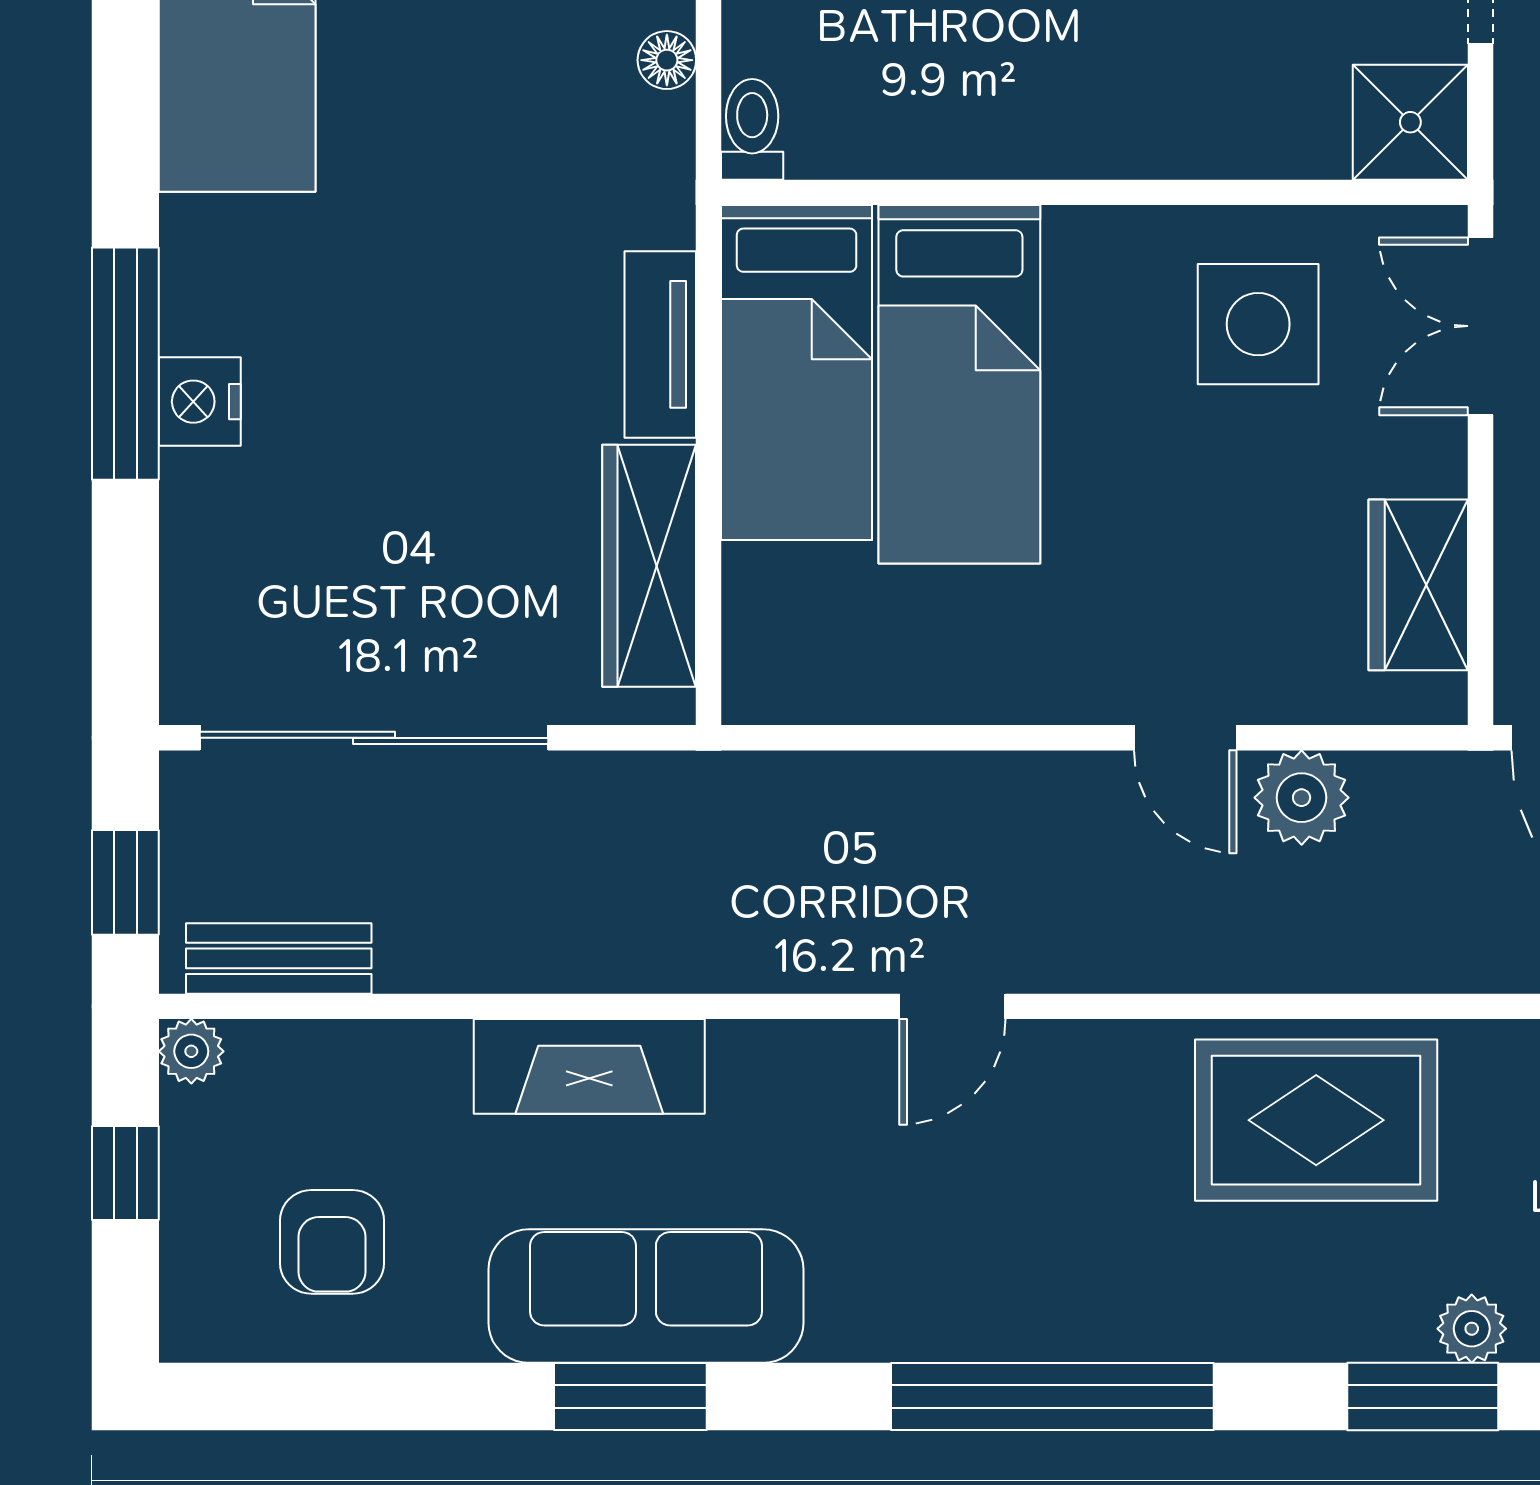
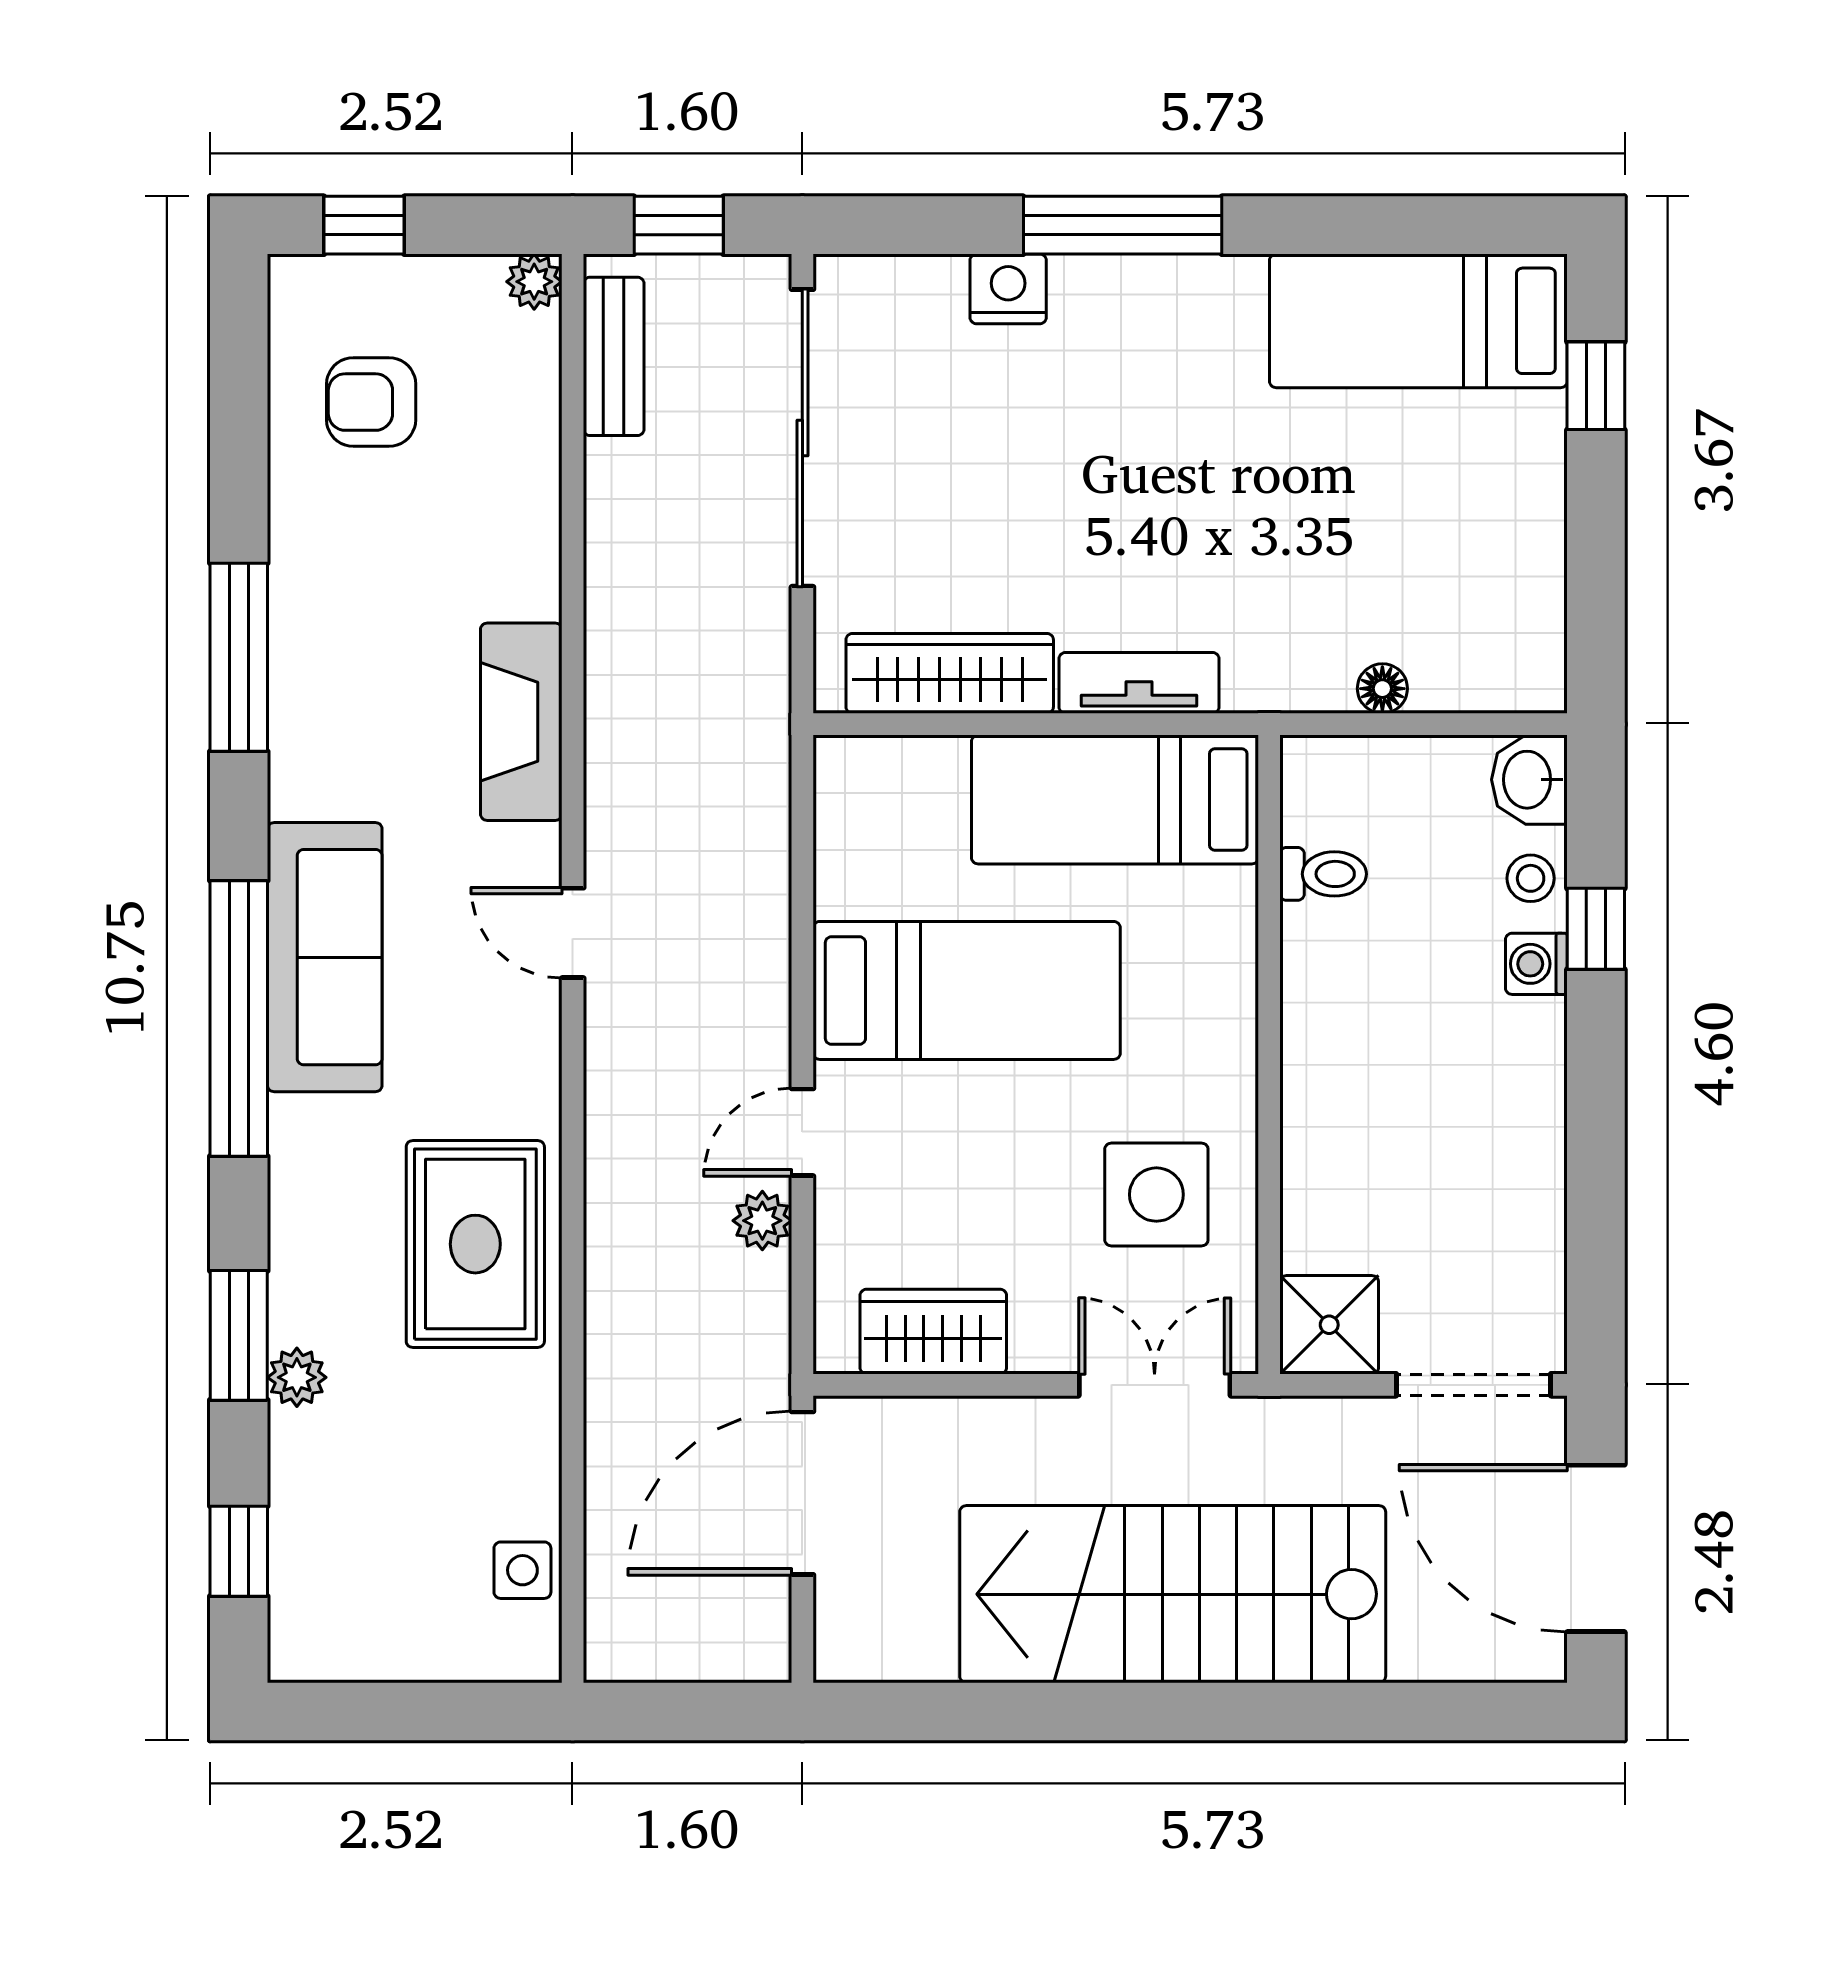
toilet: (752, 129) -> (1323, 874), moved
bed: (959, 384) -> (967, 990), moved, turned 180
nightstand: (200, 402) -> (1008, 289), moved
plant: (1302, 798) -> (762, 1221), width x0.73, depth x0.73
fireplace: (589, 1066) -> (521, 722), moved
window: (125, 1173) -> (364, 225), moved
sofa: (646, 1296) -> (325, 957), moved
window: (630, 1397) -> (239, 657), width x1.44

